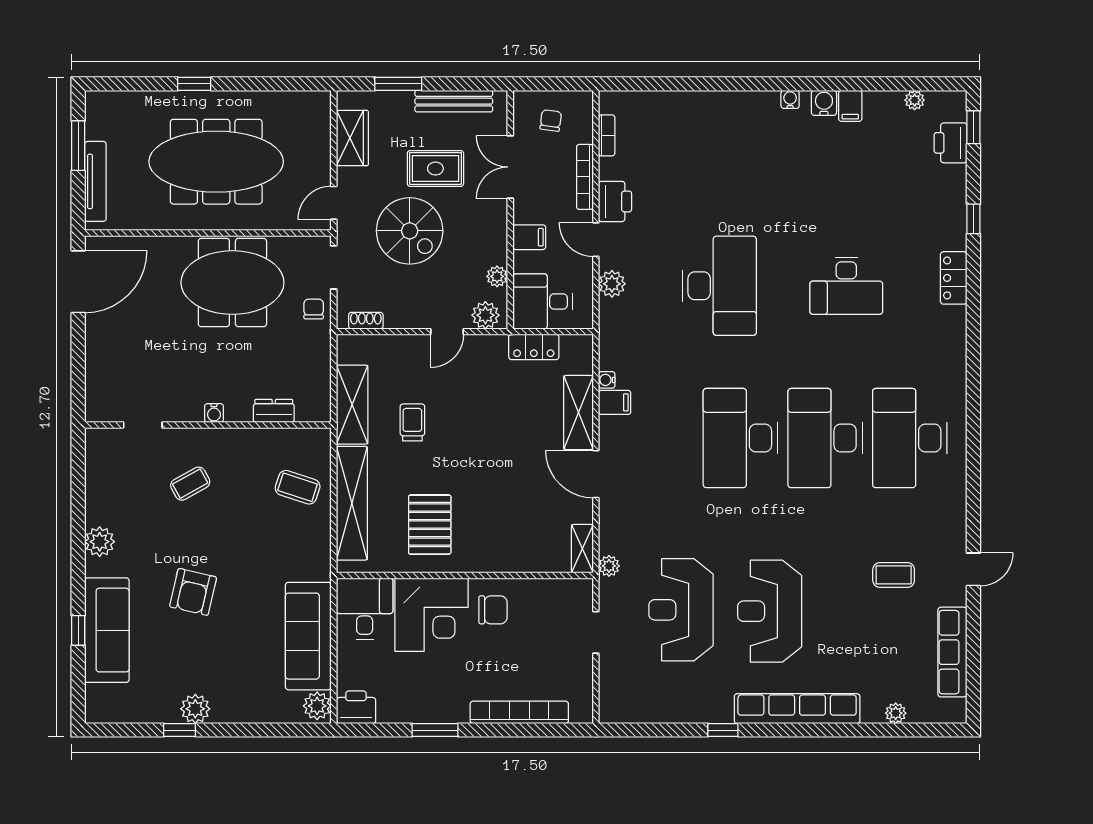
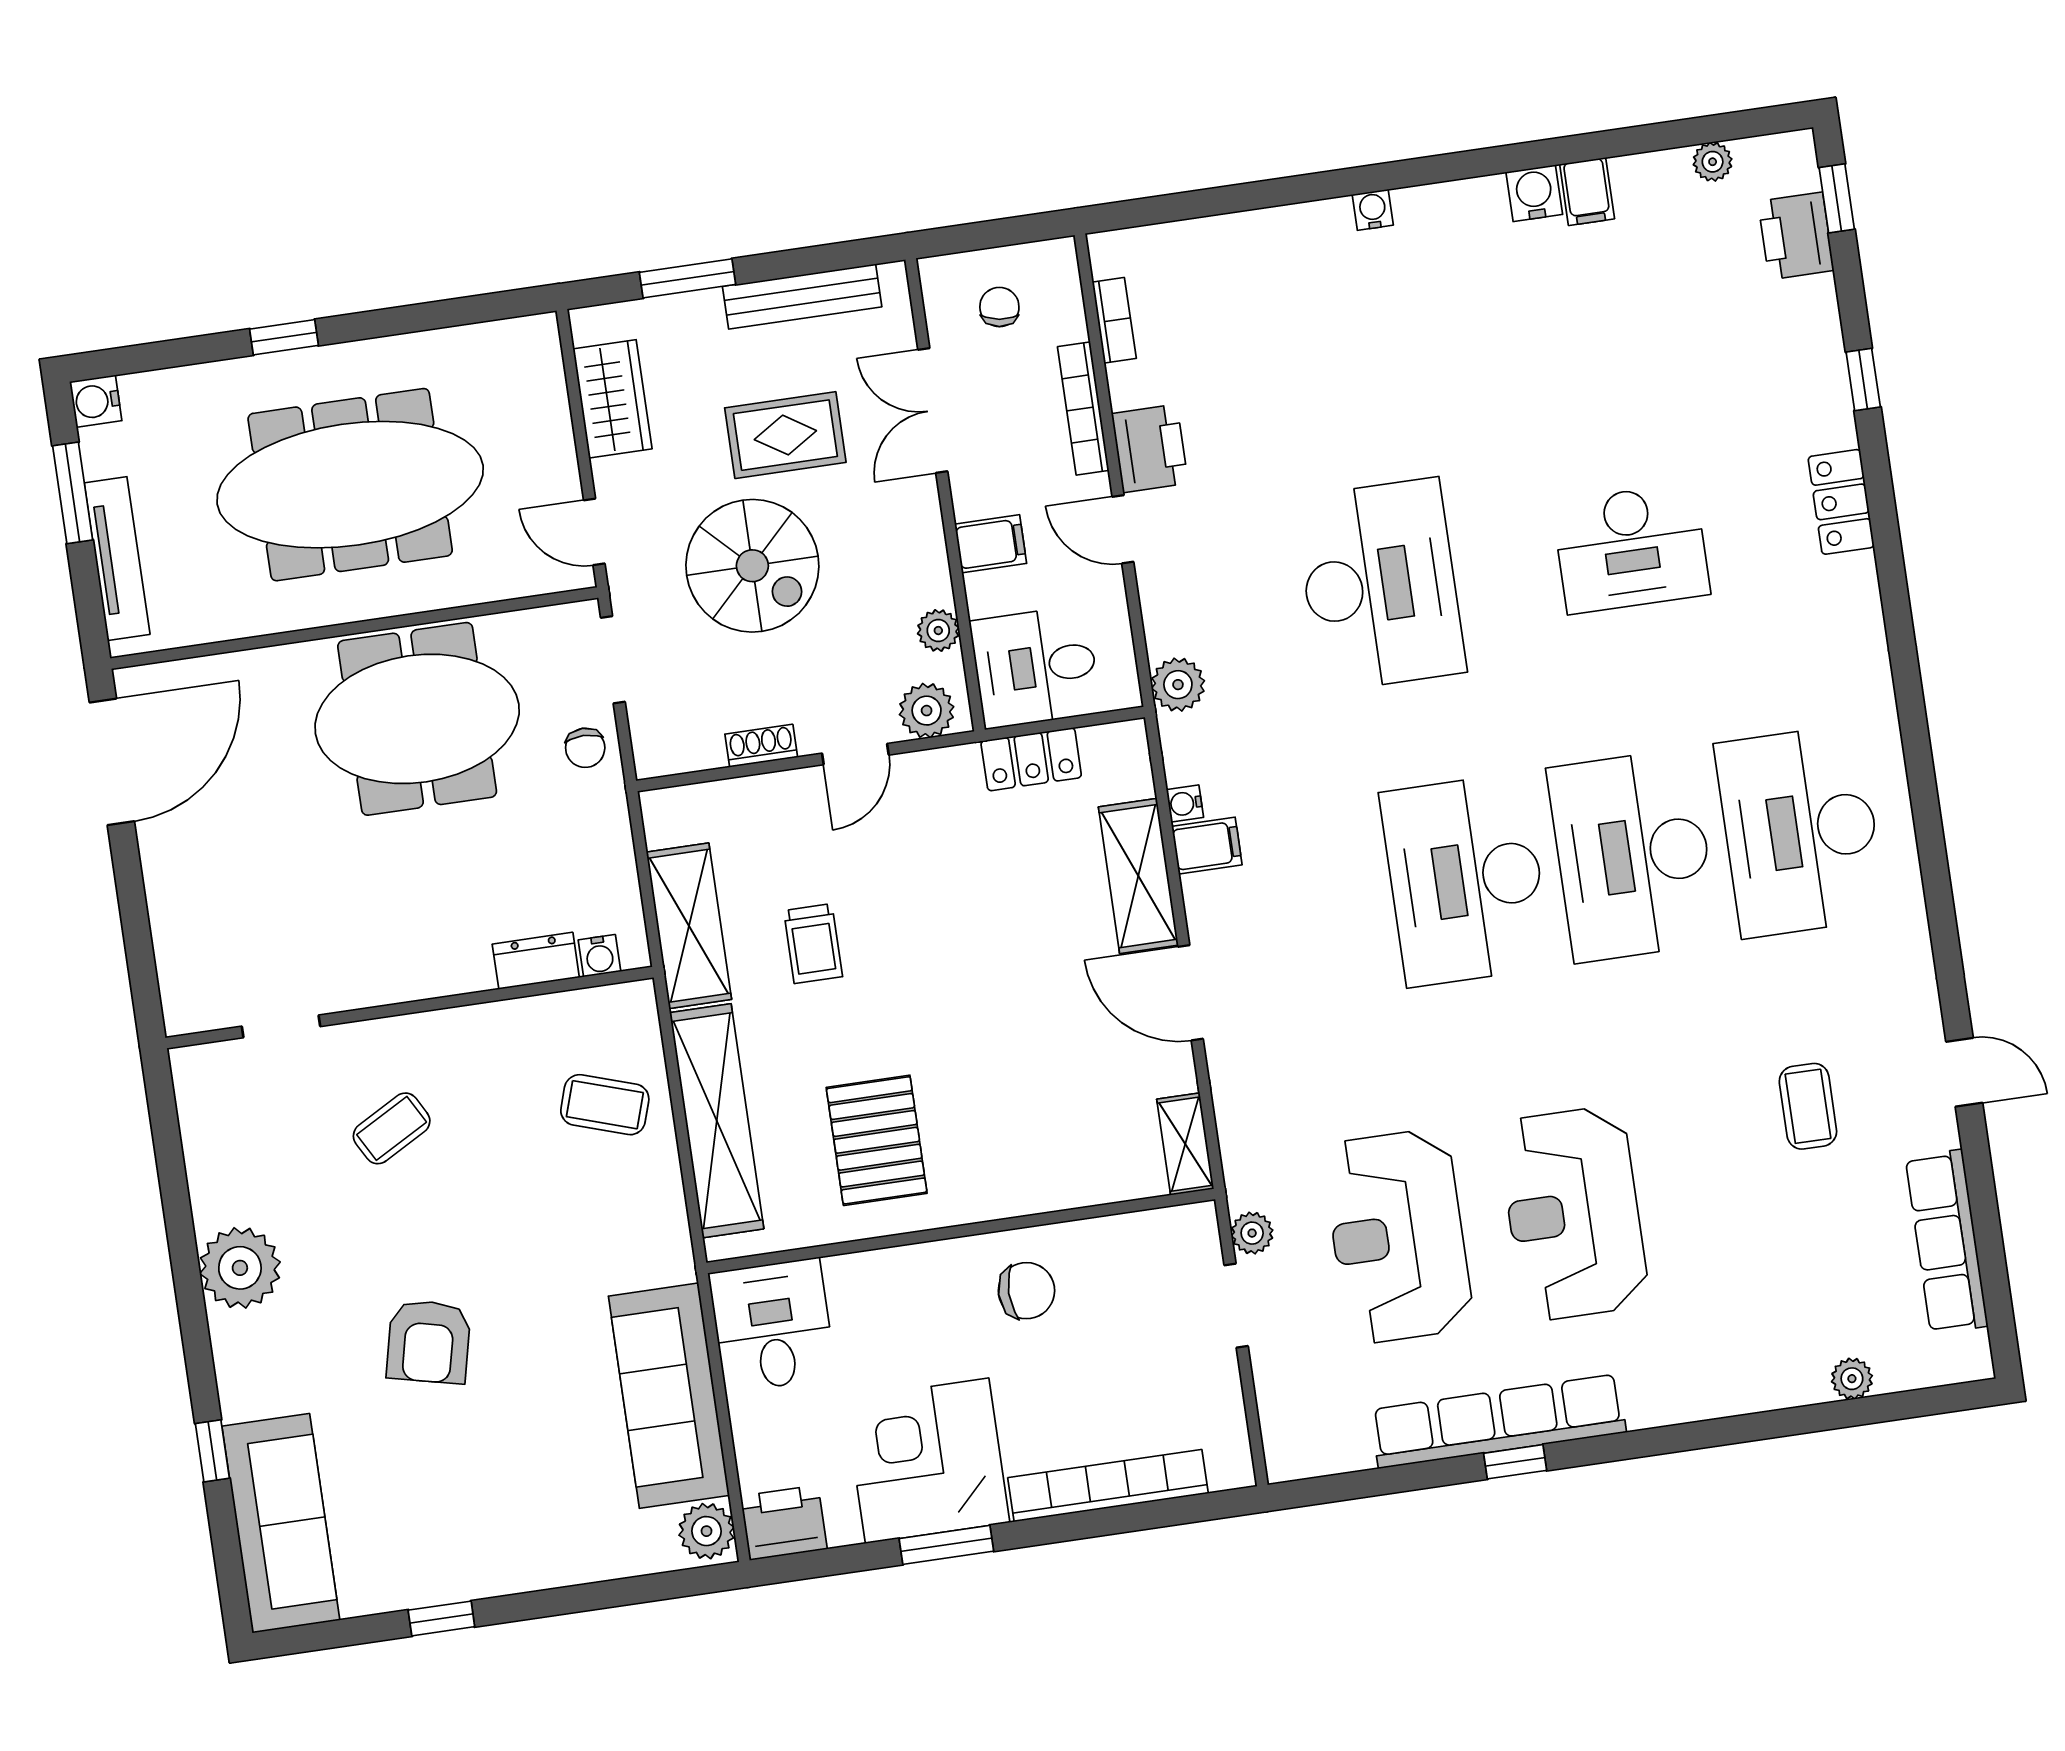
water cooler: (790, 99) -> (1373, 210), moved
water cooler: (96, 102) -> (96, 401), added
door: (334, 203) -> (594, 532), hinge flipped
plant: (612, 284) -> (1178, 685), moved
chair: (314, 309) -> (585, 748), turned 180
shoe rack: (366, 321) -> (761, 746), moved
water cooler: (214, 413) -> (599, 956), moved
trolley: (412, 422) -> (813, 944), turned 180
plant: (100, 542) -> (240, 1268), width x1.36, depth x1.36
plant: (609, 566) -> (1252, 1233), moved
door: (973, 569) -> (1964, 1072), hinge flipped
coffee table: (894, 575) -> (1808, 1106), turned 90
corner desk: (432, 615) -> (927, 1461), moved, turned 180
sofa: (107, 630) -> (281, 1523), moved
plant: (195, 709) -> (467, 1572), removed
row of seats: (797, 709) -> (1498, 1421), moved

